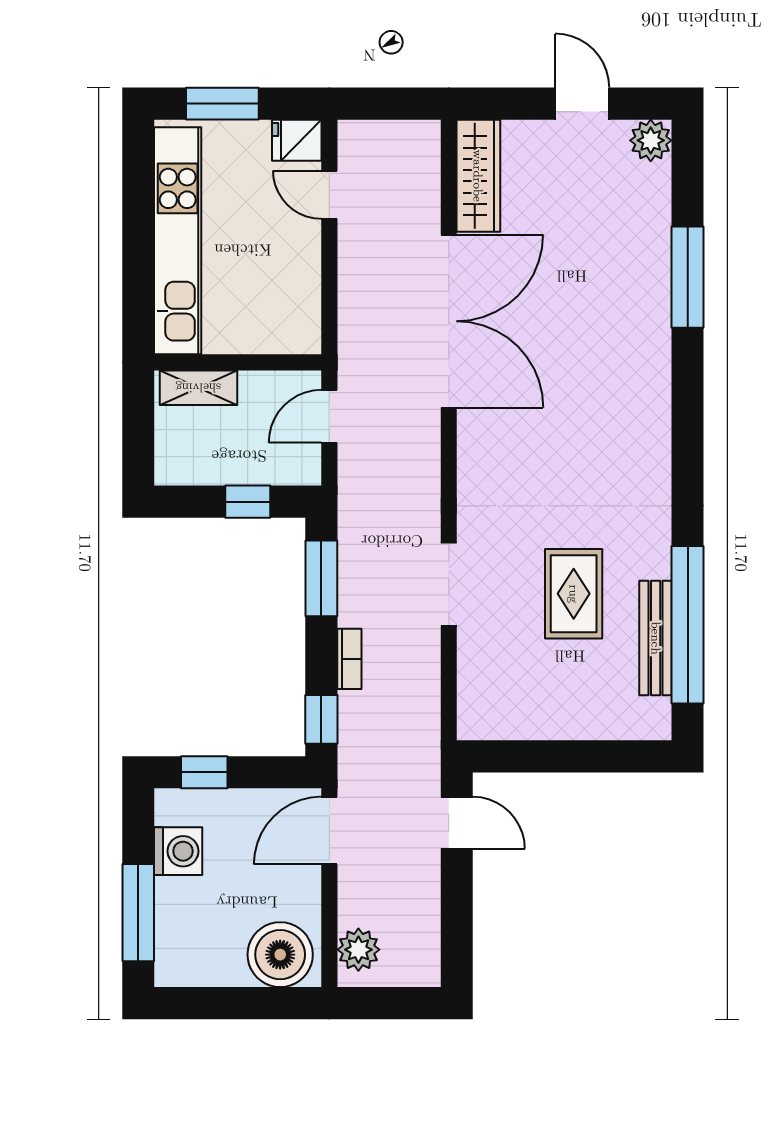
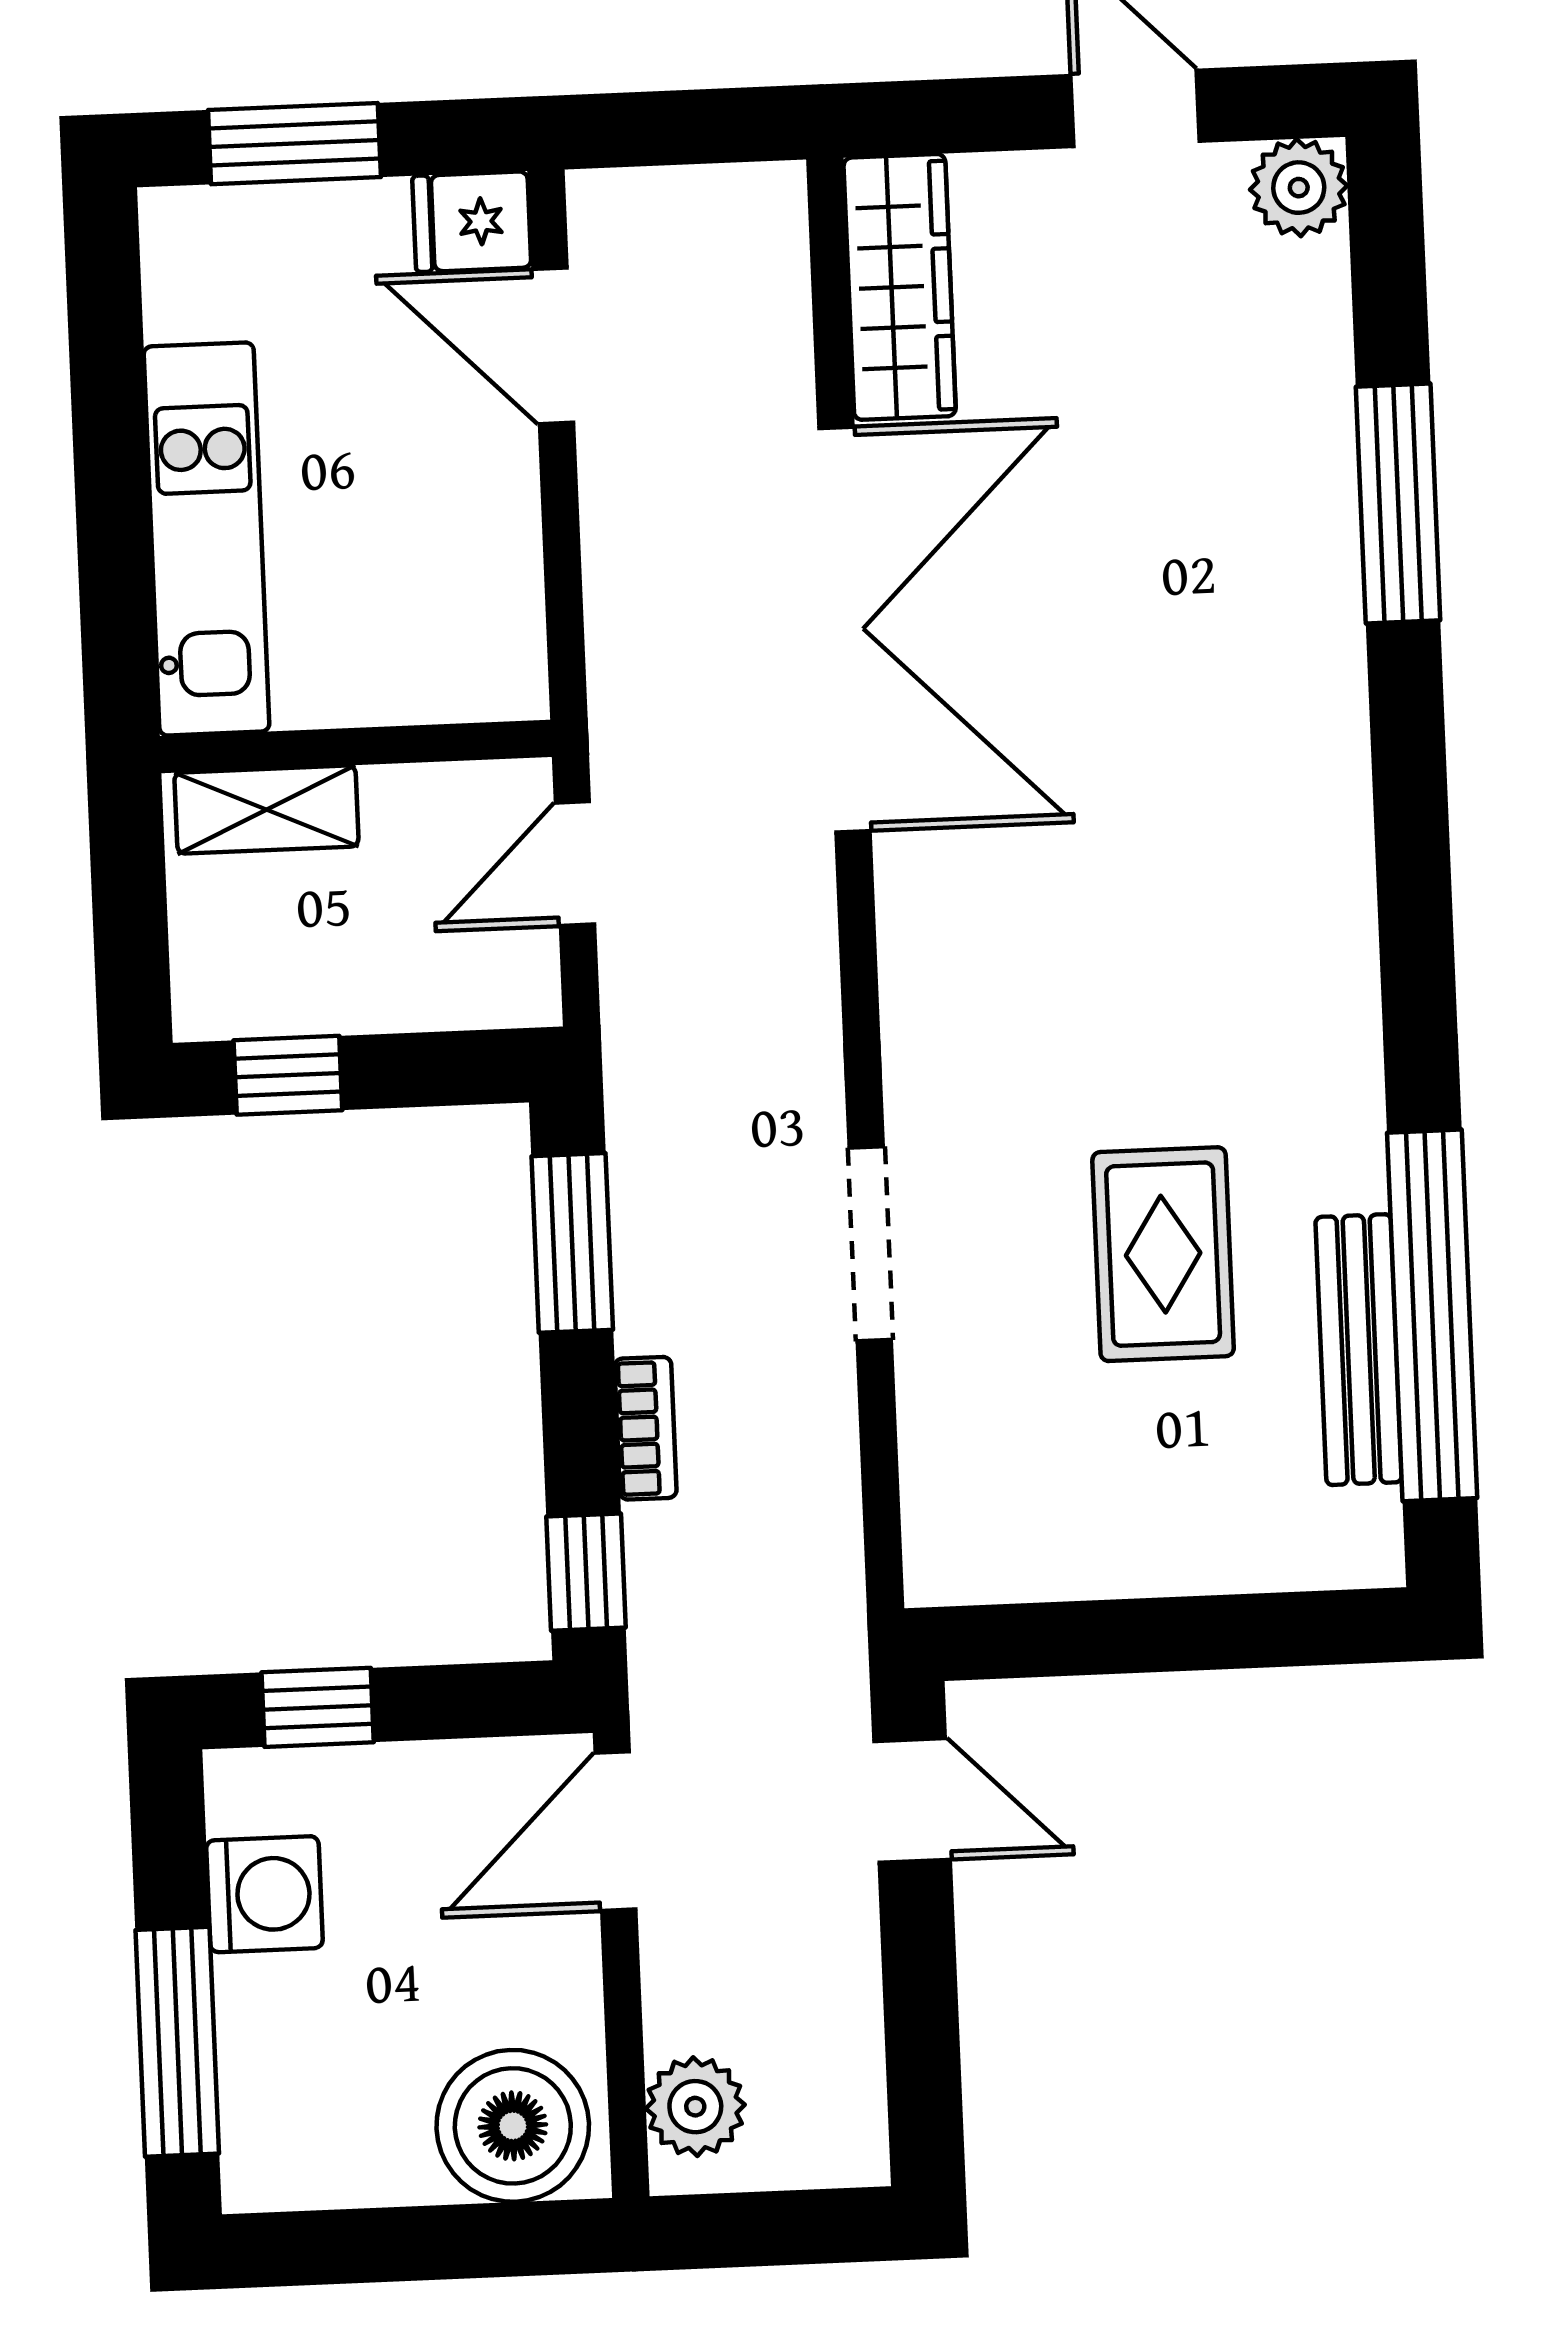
door: (329, 195) -> (553, 346), width x1.38
kitchen unit: (178, 241) -> (206, 539), width x0.73
window: (248, 502) -> (288, 1075), moved

